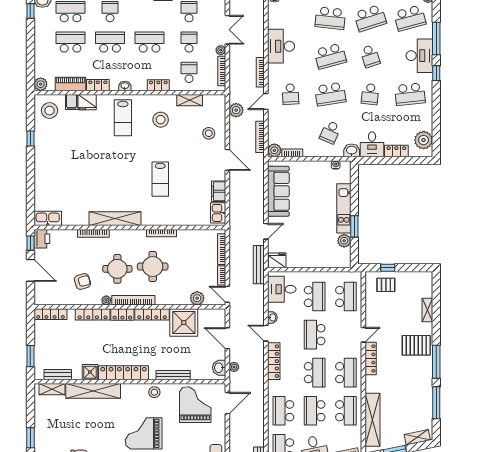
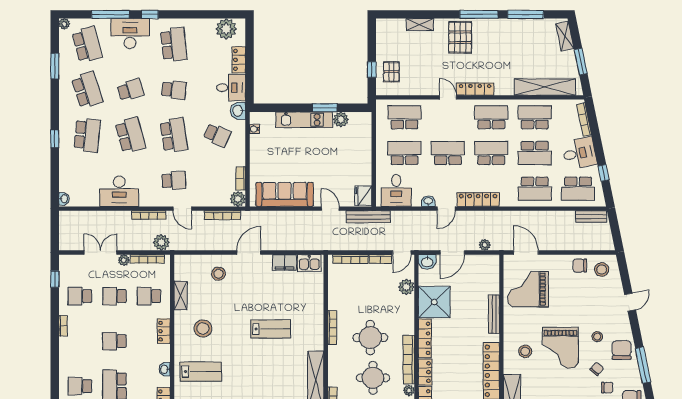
school desk: (150, 42) -> (114, 341), width x0.54
plant: (236, 110) -> (161, 242), moved
school desk: (315, 335) -> (448, 153), turned 180
washbasin: (219, 368) -> (427, 262), moved
stool: (154, 392) -> (525, 351), moved

